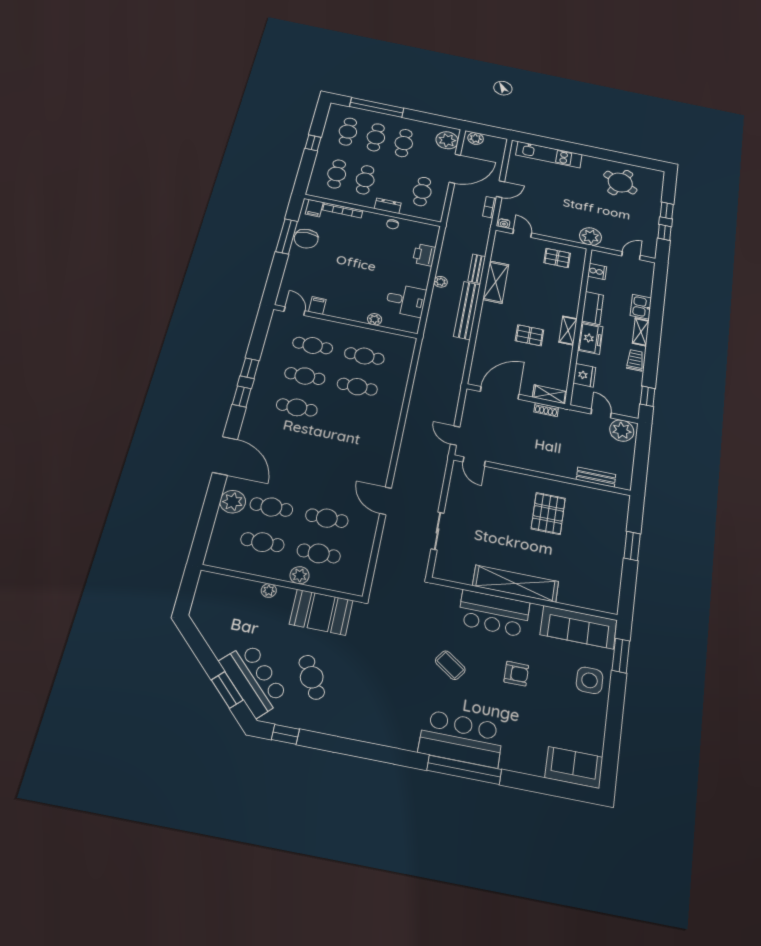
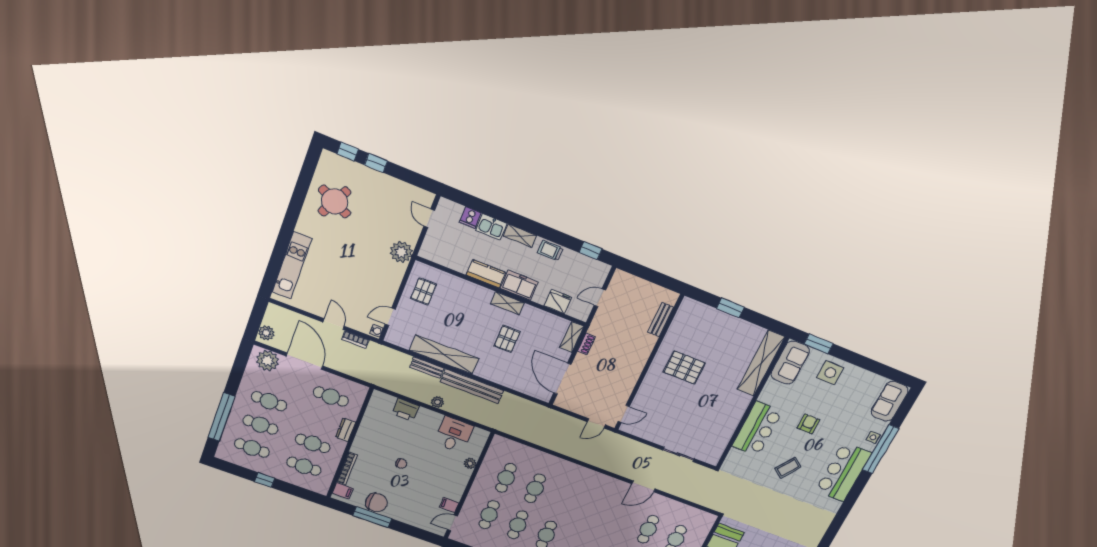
chair: (393, 224) -> (401, 464), moved
window: (664, 232) -> (348, 151), moved
cooker: (597, 271) -> (470, 218), moved, turned 180
shelving: (496, 282) -> (444, 354), width x1.47
plant: (622, 431) -> (621, 285), removed
shelving: (516, 584) -> (761, 363), moved
sofa: (579, 627) -> (790, 363), width x0.73
side table: (519, 762) -> (873, 437), added
window: (464, 770) -> (881, 449), moved

